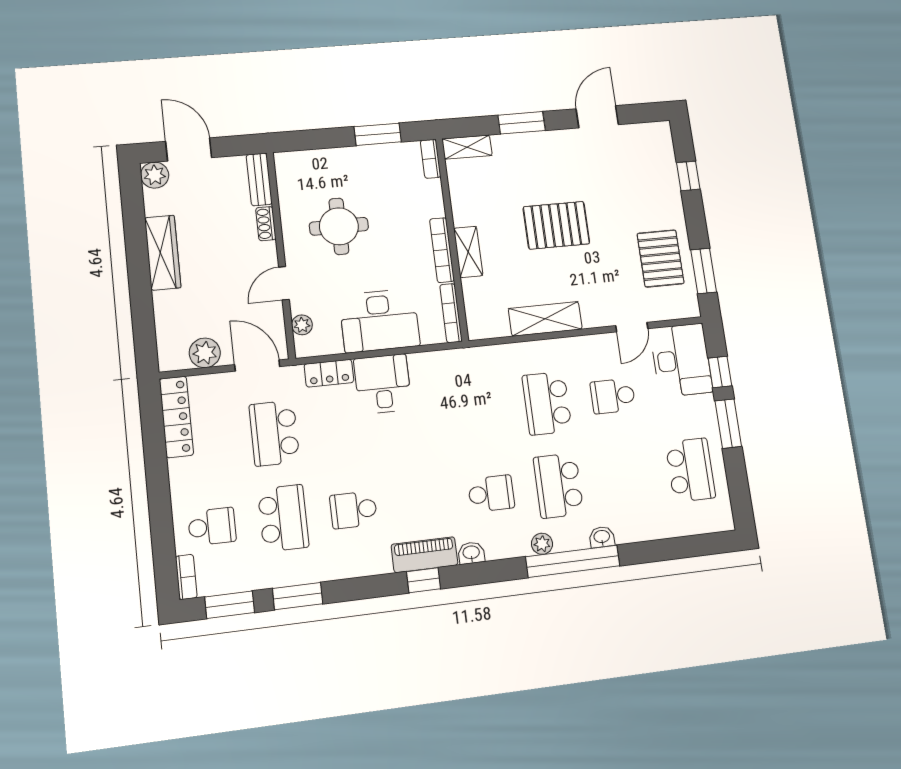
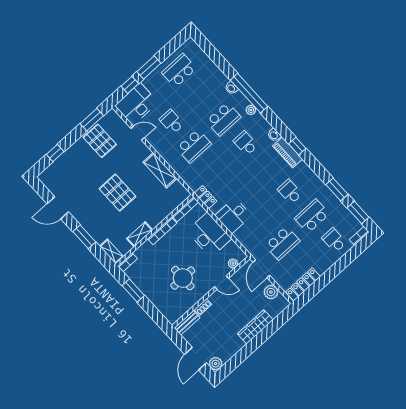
shelving: (468, 252) -> (140, 234), moved
wardrobe: (163, 253) -> (255, 327), moved
pallet: (661, 258) -> (100, 141), turned 90
locker: (329, 373) -> (206, 197), moved
school desk: (613, 396) -> (172, 122), turned 180
school desk: (354, 510) -> (290, 192), turned 180

